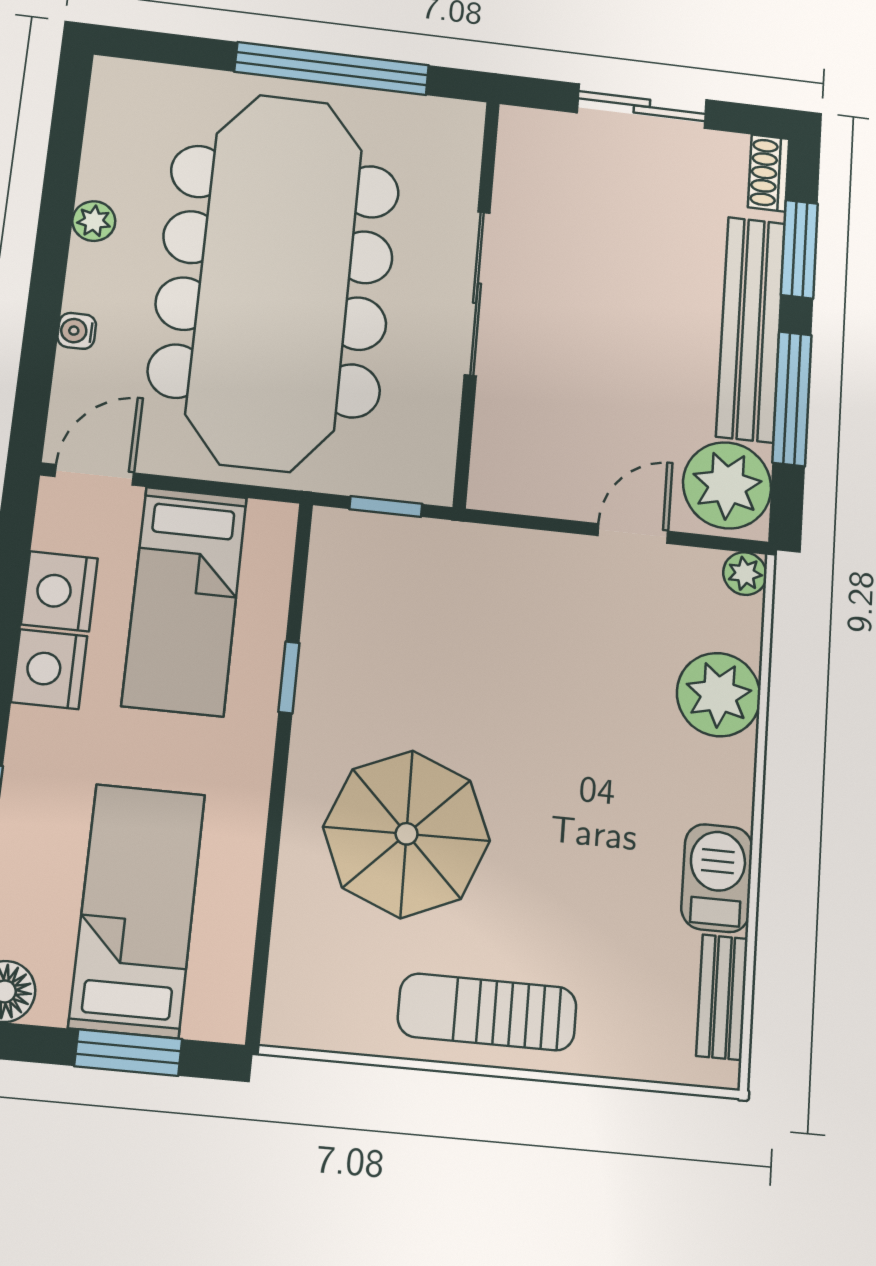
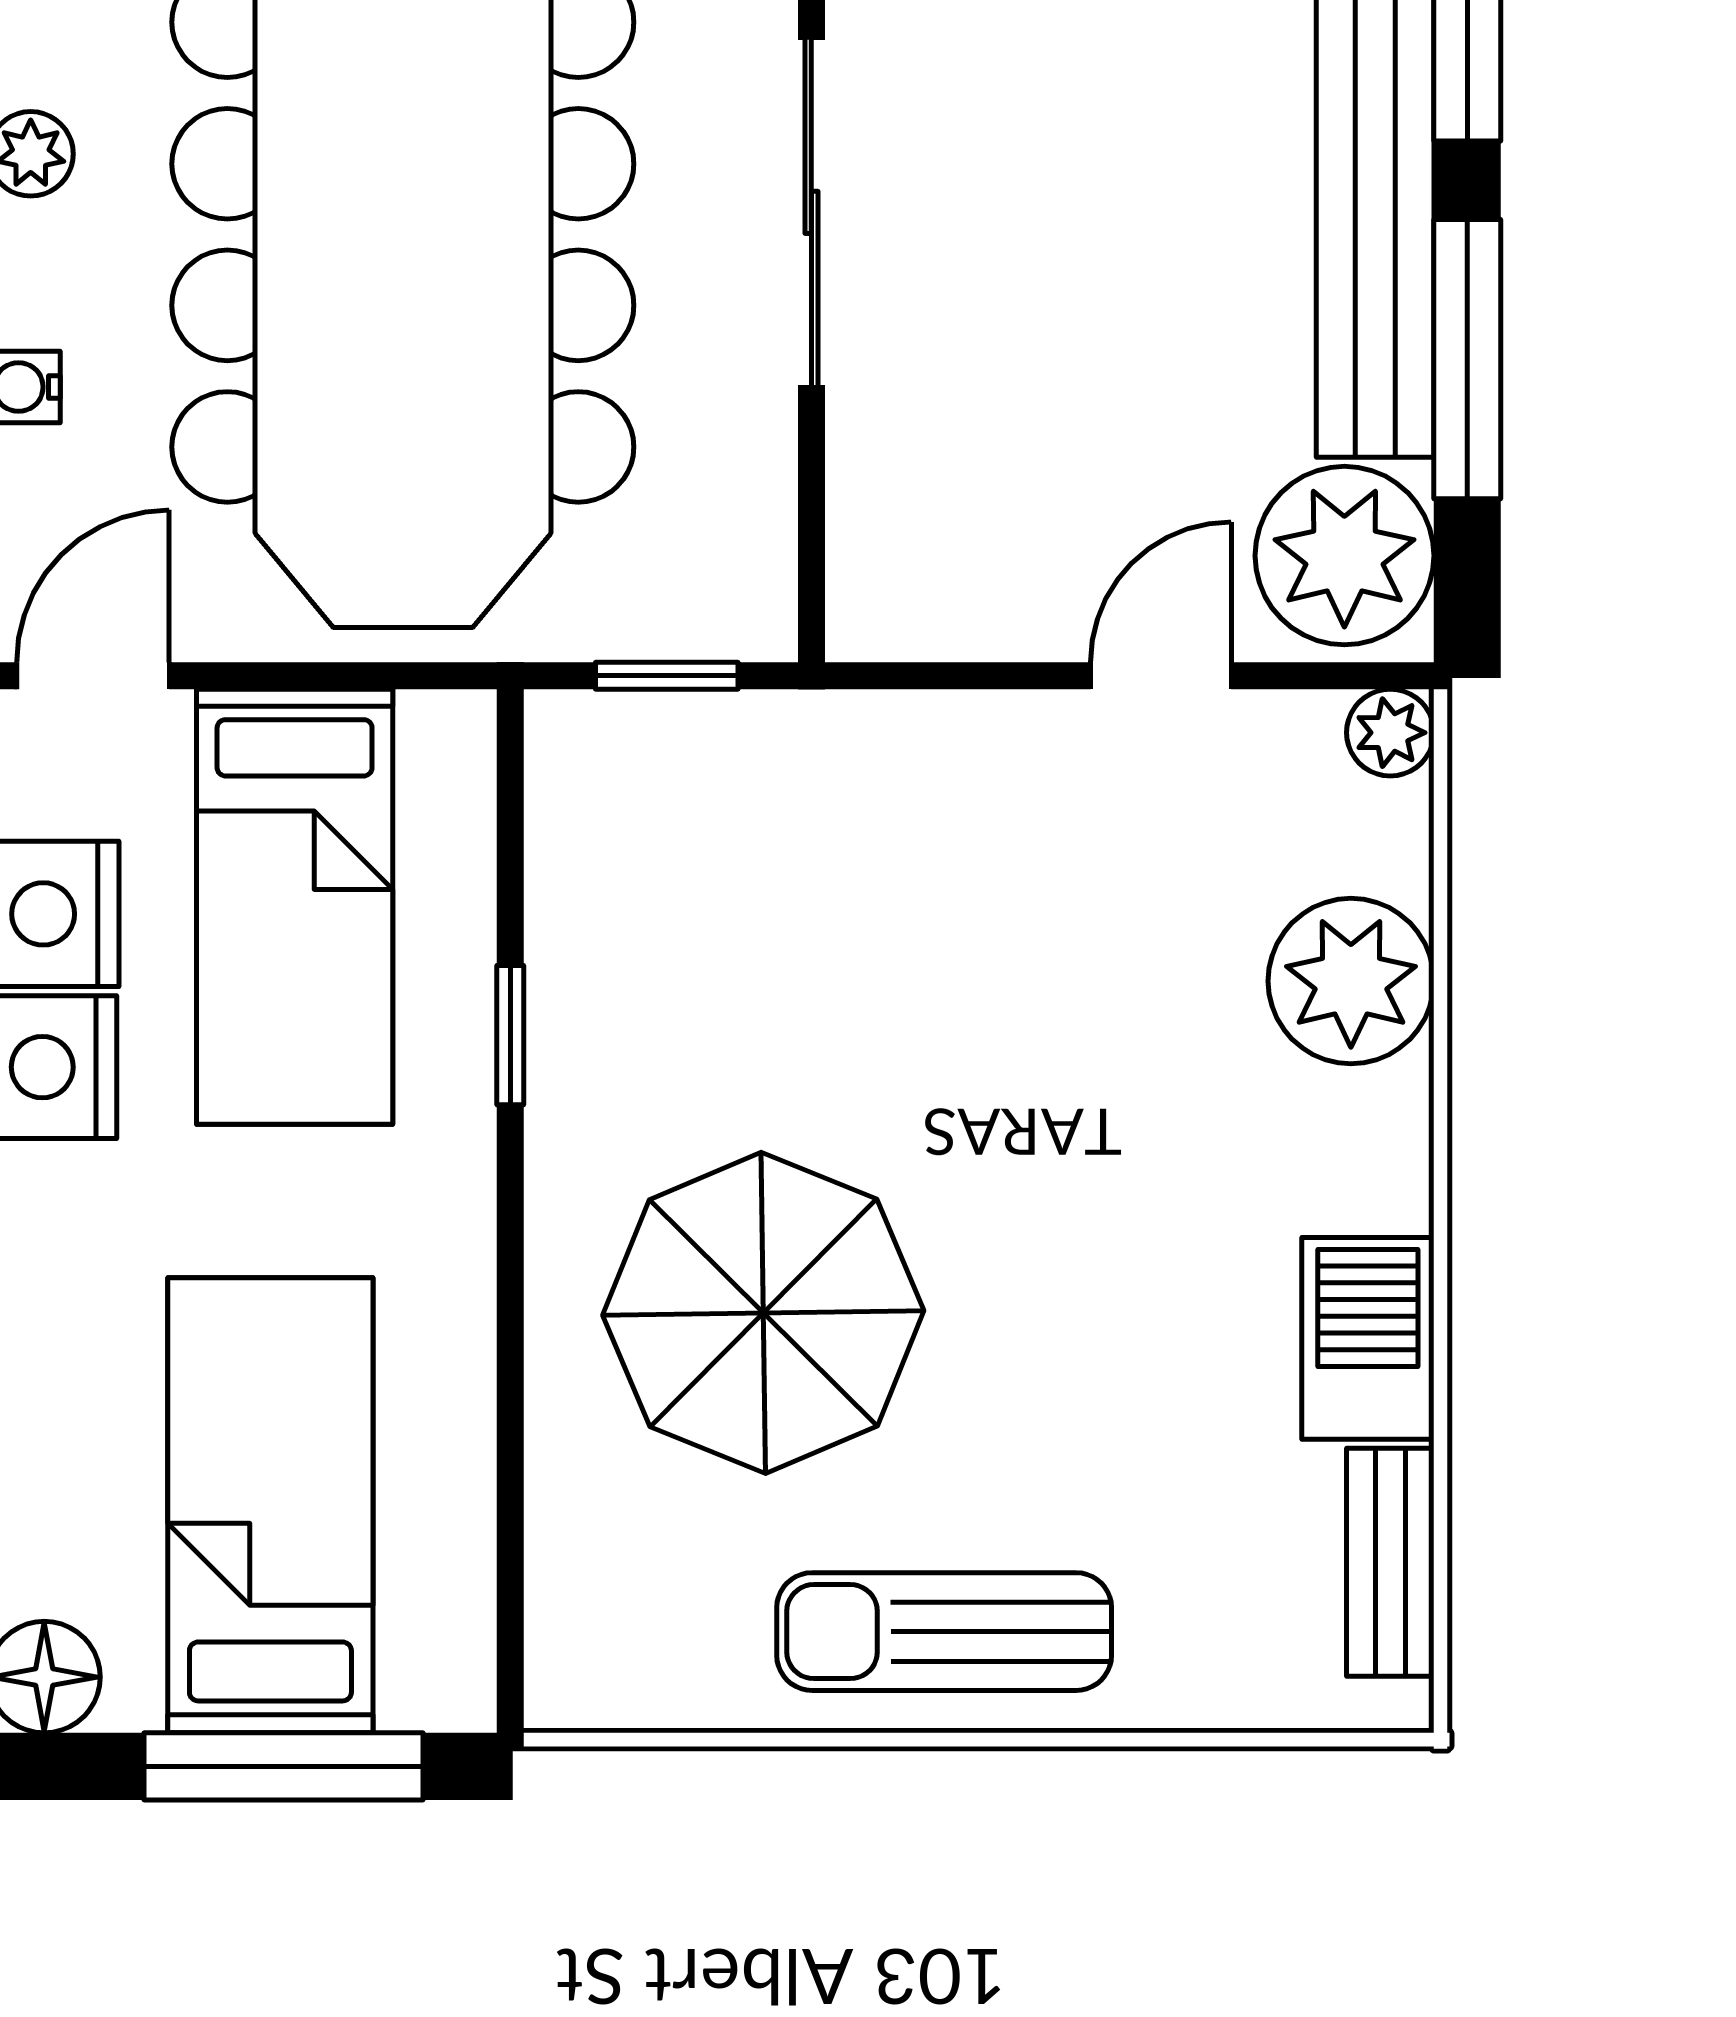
window: (128, 1053) -> (284, 1766), width x1.44

